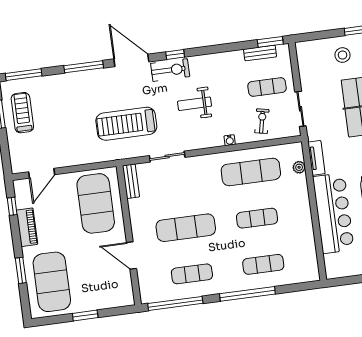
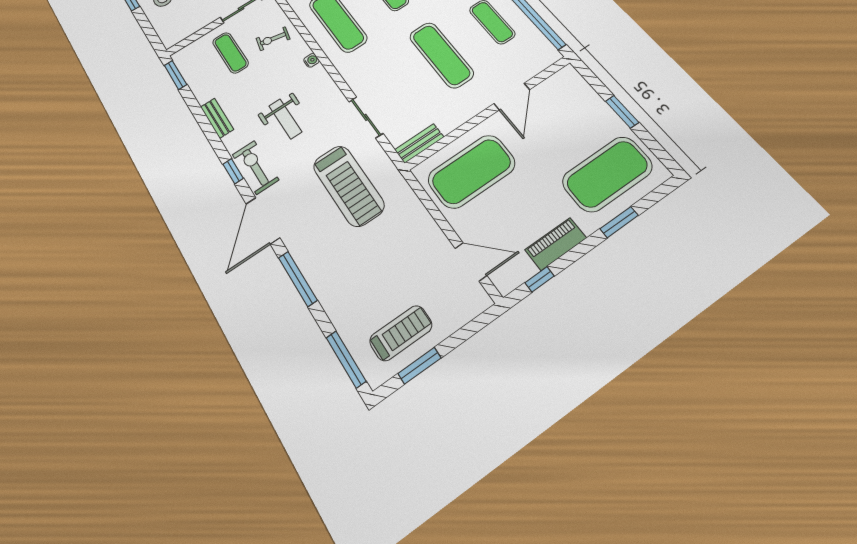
bench: (260, 53) -> (217, 118), moved
treadmill: (22, 113) -> (401, 333), turned 180

